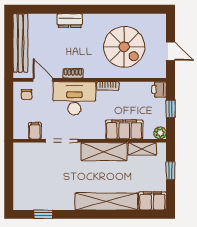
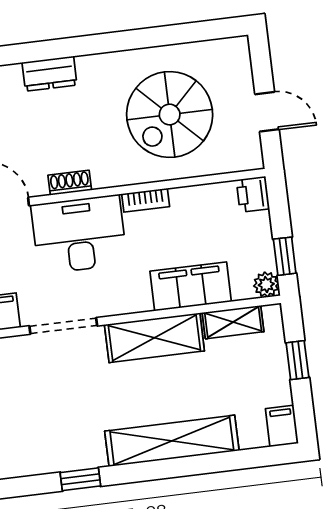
spiral stairs: (124, 47) -> (170, 115), turned 90
window: (170, 109) -> (285, 256), moved
filing cabinet: (152, 201) -> (282, 426), width x0.50
window: (43, 214) -> (80, 479), moved

